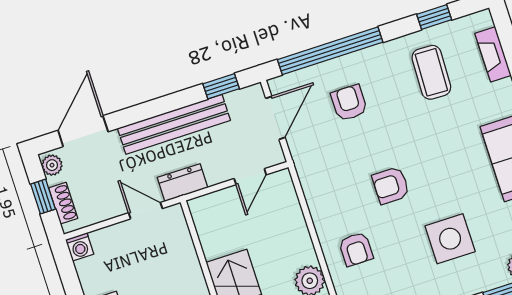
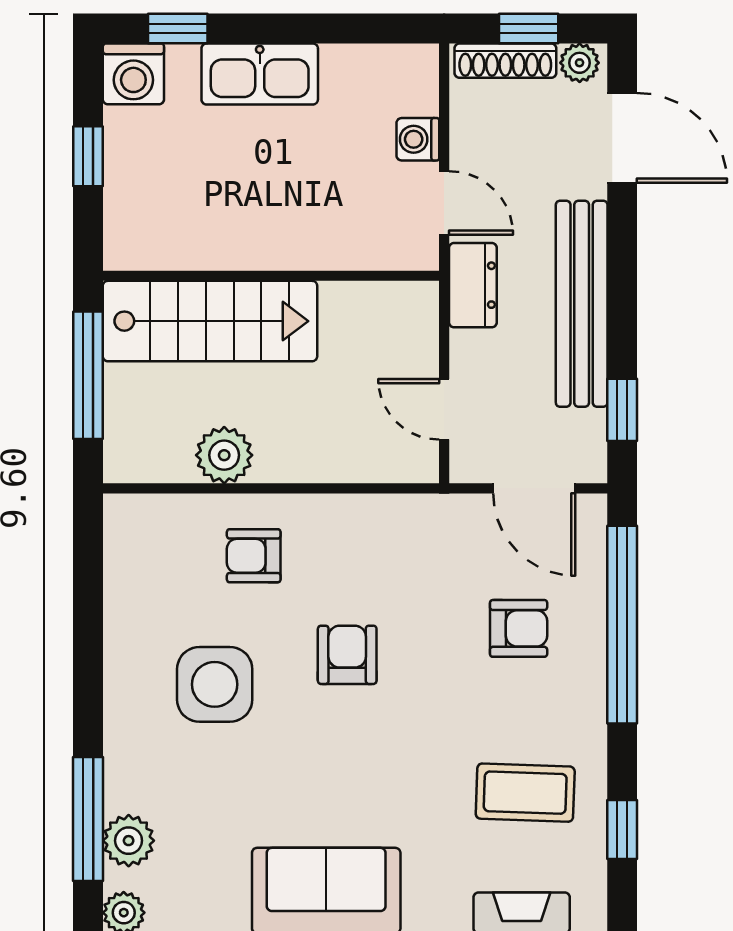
shoe rack: (63, 203) -> (505, 61), width x1.43
door: (145, 211) -> (444, 203), hinge flipped
side table: (450, 239) -> (215, 684), moved
washing machine: (80, 247) -> (418, 139), moved

